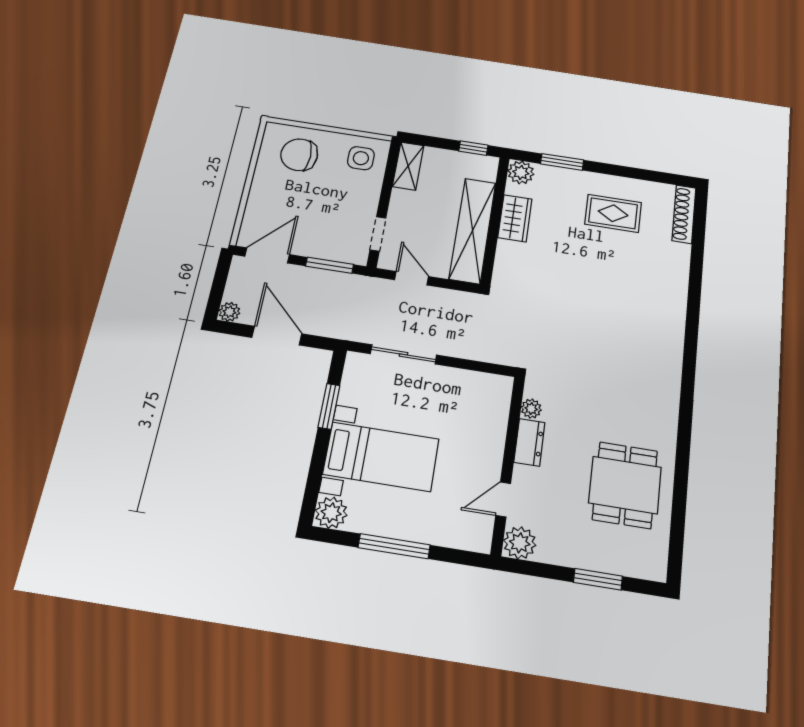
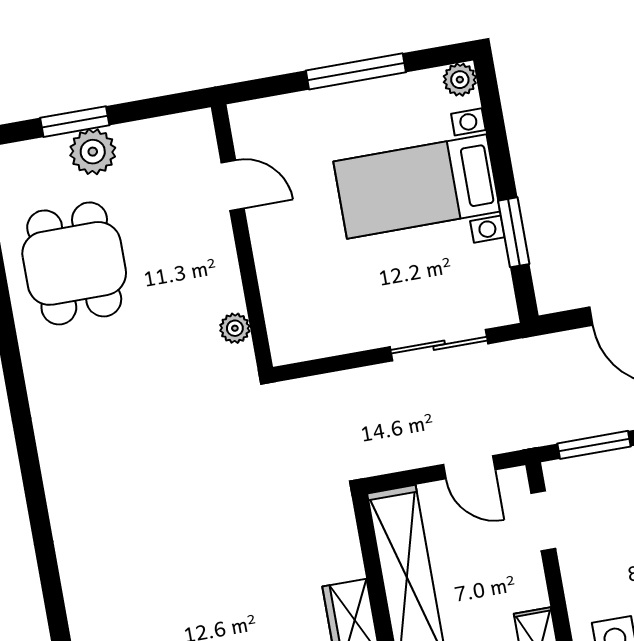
dresser: (529, 442) -> (222, 278), removed
door: (503, 499) -> (233, 185), hinge flipped
plant: (331, 513) -> (460, 80), width x0.73, depth x0.73
plant: (520, 543) -> (93, 152), moved

